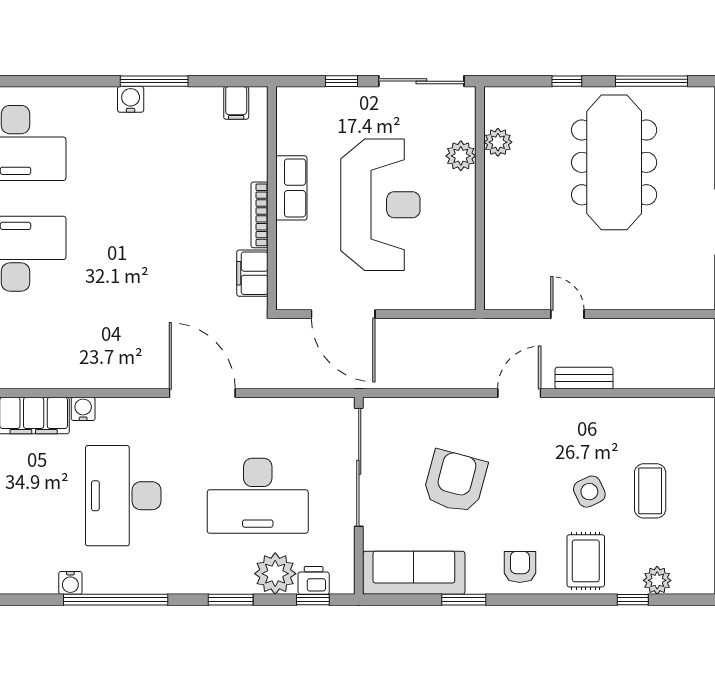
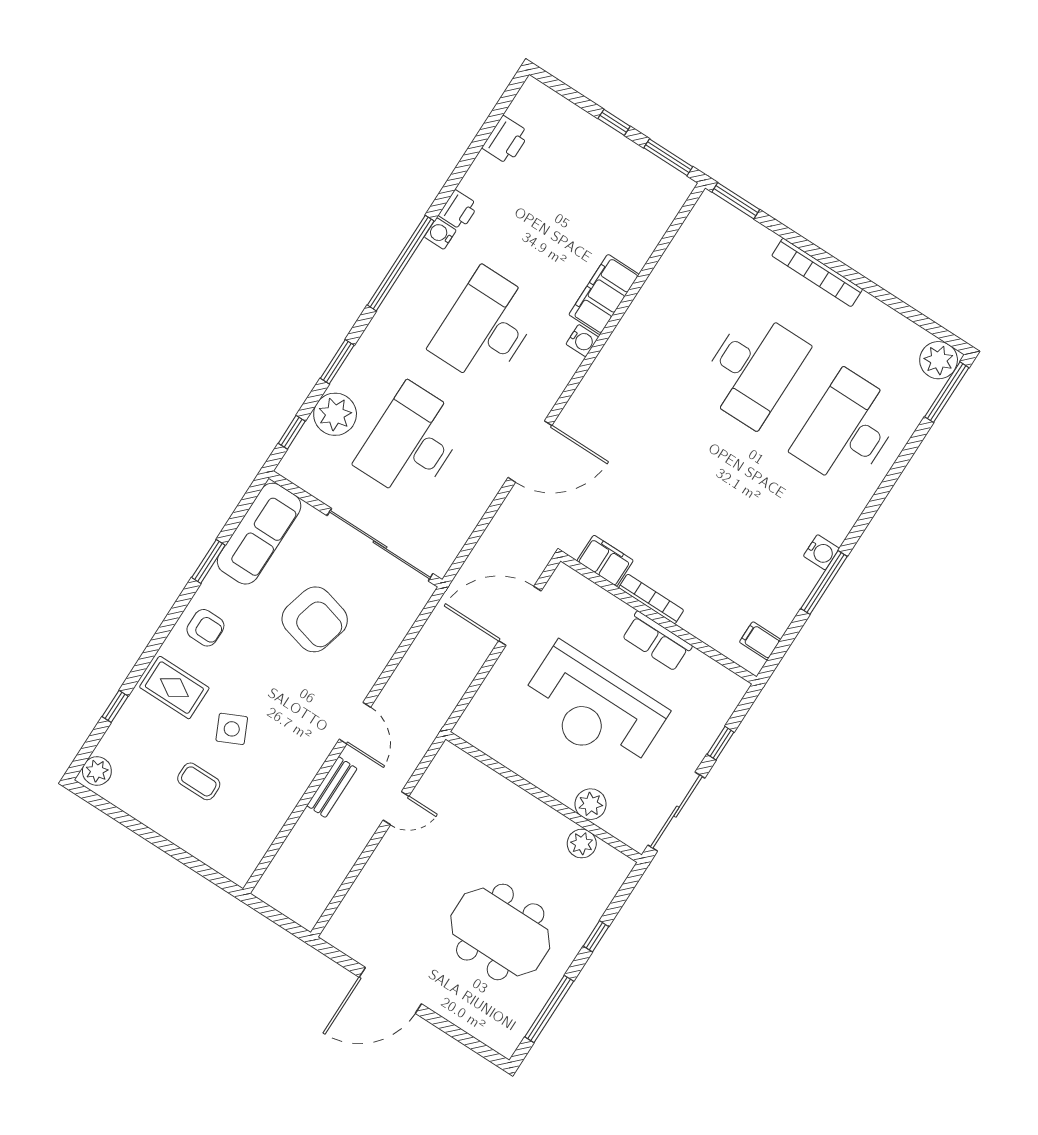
meeting table: (614, 162) -> (500, 932), width x0.73
coffee table: (650, 491) -> (199, 781), width x0.73, depth x0.77
desk: (123, 496) -> (486, 327), turned -90
printer: (314, 580) -> (458, 210), moved
plant: (657, 580) -> (97, 771), moved

